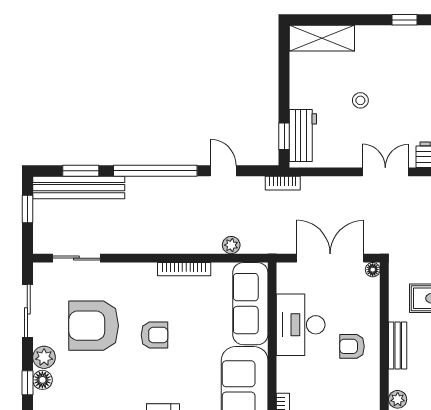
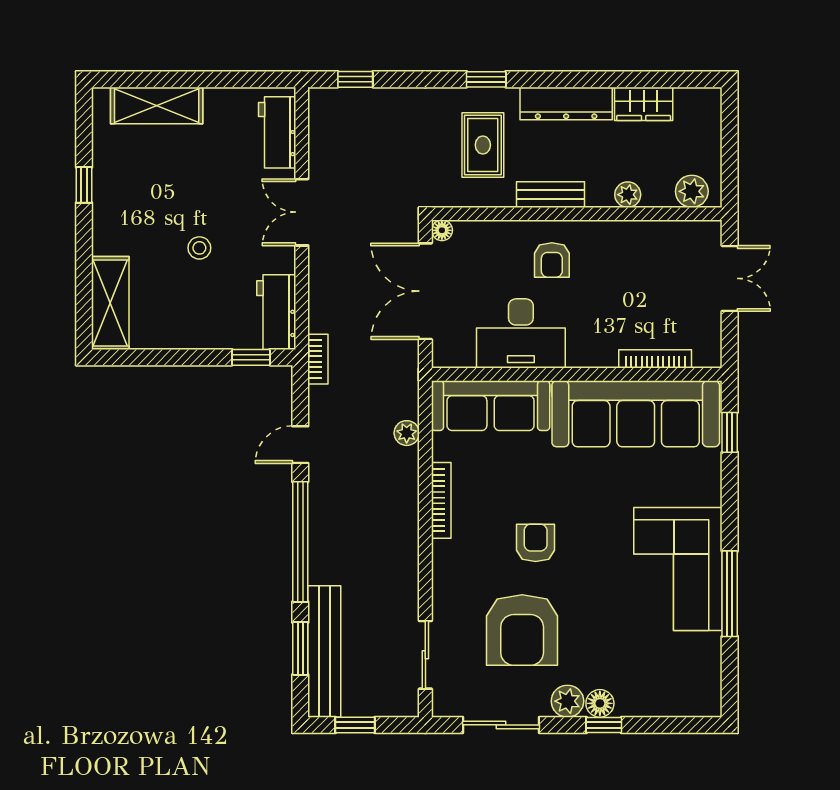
workbench: (303, 136) -> (276, 312), moved, turned -90

